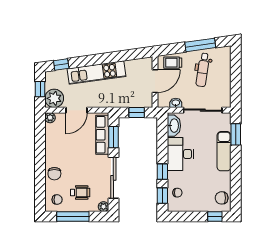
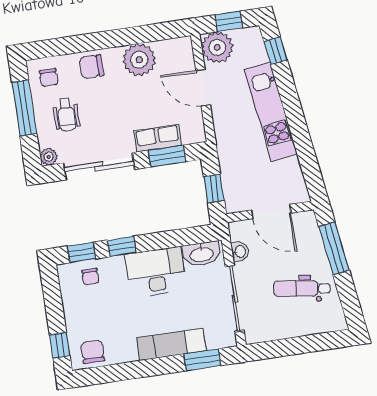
window: (200, 45) -> (334, 248), moved
trolley: (173, 63) -> (306, 236), removed
plant: (50, 118) -> (139, 60), moved, width x1.87, depth x1.87
row of seats: (102, 135) -> (158, 138), width x0.68

